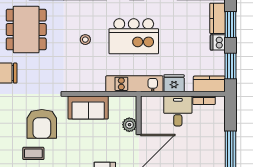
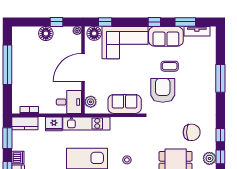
desk: (178, 111) -> (69, 102), moved, turned -90
plant: (129, 125) -> (91, 102), moved

